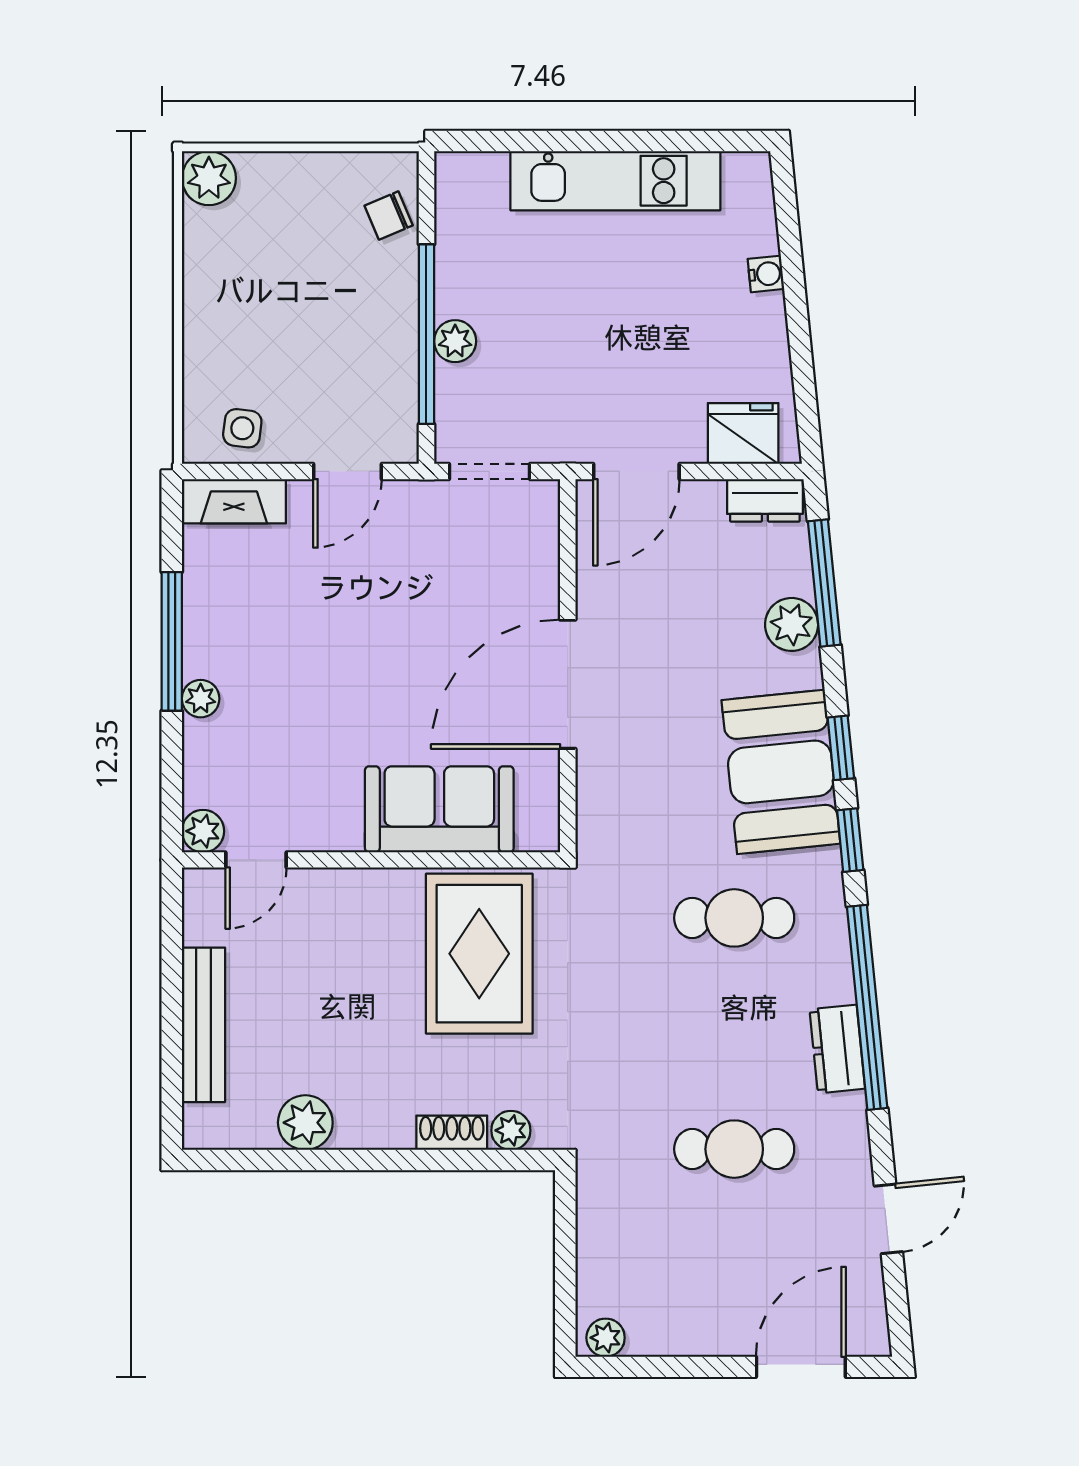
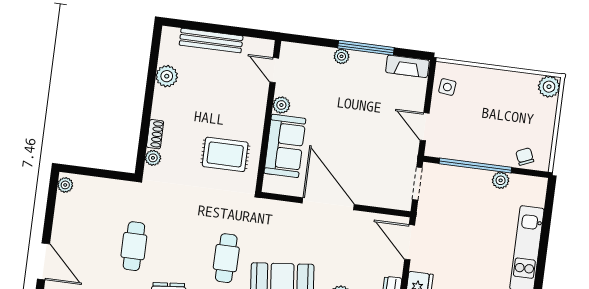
plant: (455, 341) -> (501, 180), moved
fireplace: (234, 501) -> (407, 66), moved, turned -90
plant: (203, 831) -> (281, 105), moved
rug: (479, 954) -> (225, 154), width x0.73, depth x0.70

